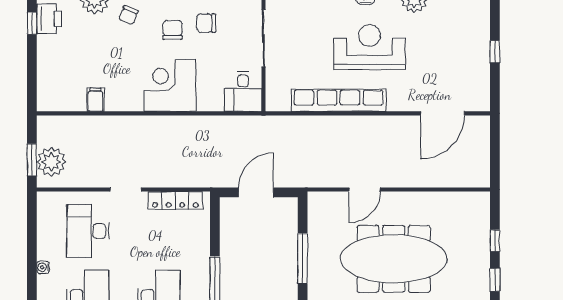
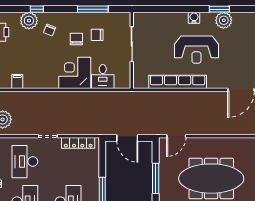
reception desk: (369, 47) -> (196, 50), turned 180
desk: (243, 92) -> (103, 77), moved
filing cabinet: (95, 100) -> (17, 82), moved
door: (364, 190) -> (176, 136), moved
door: (256, 192) -> (127, 138), swing flipped

